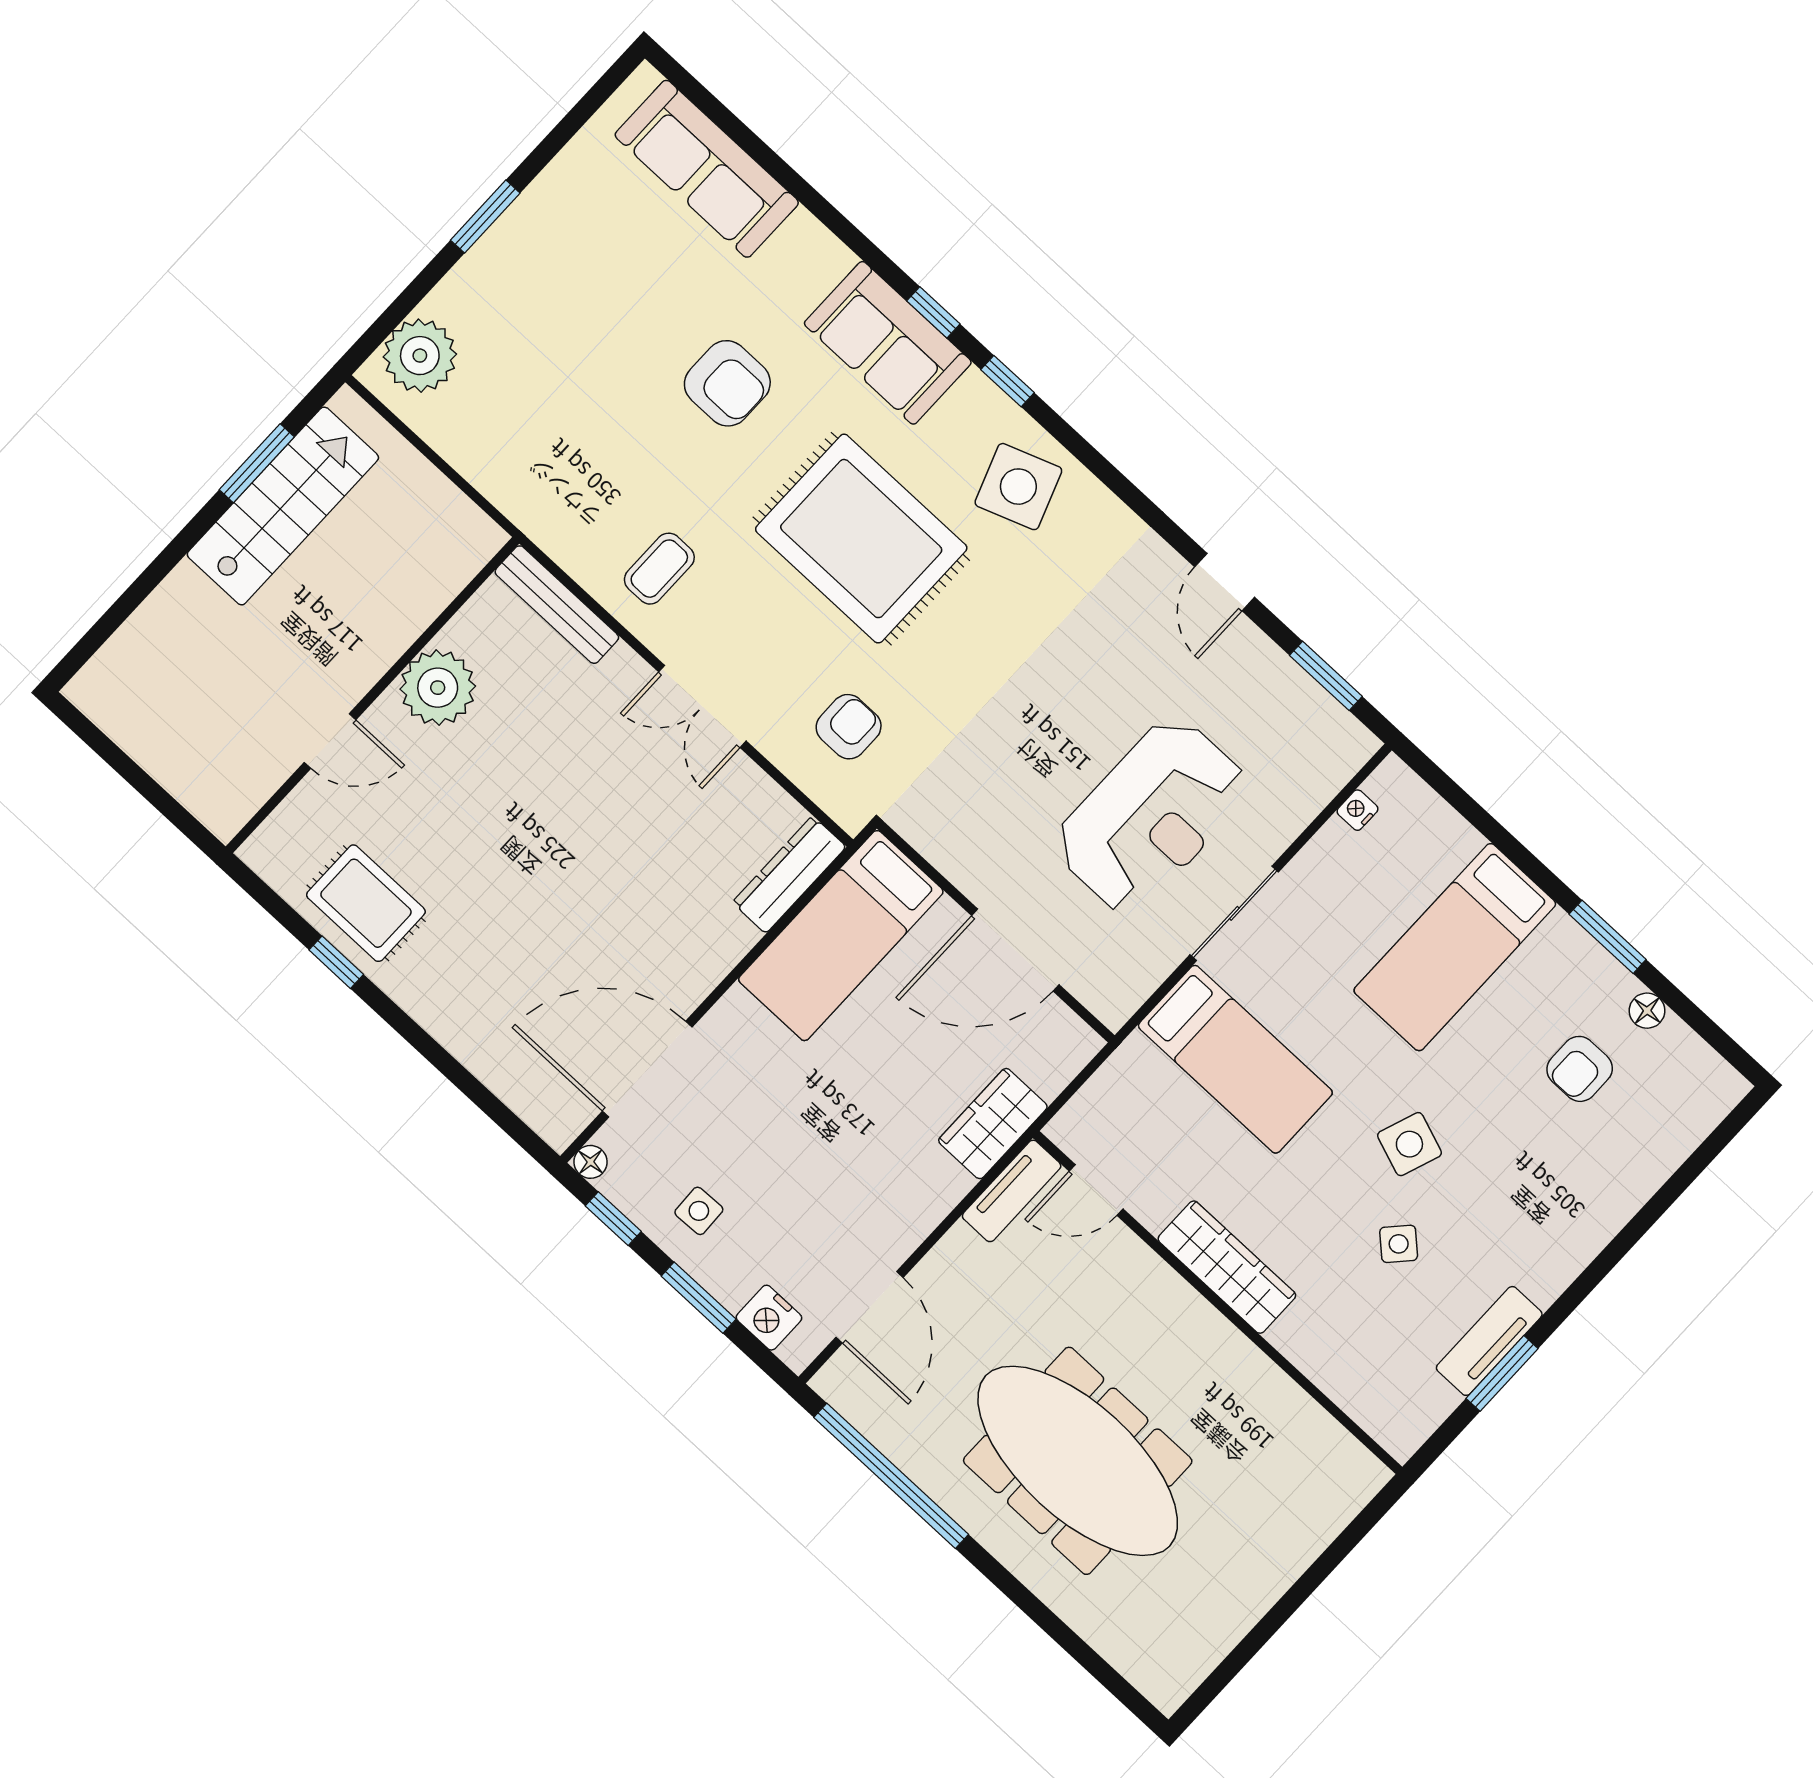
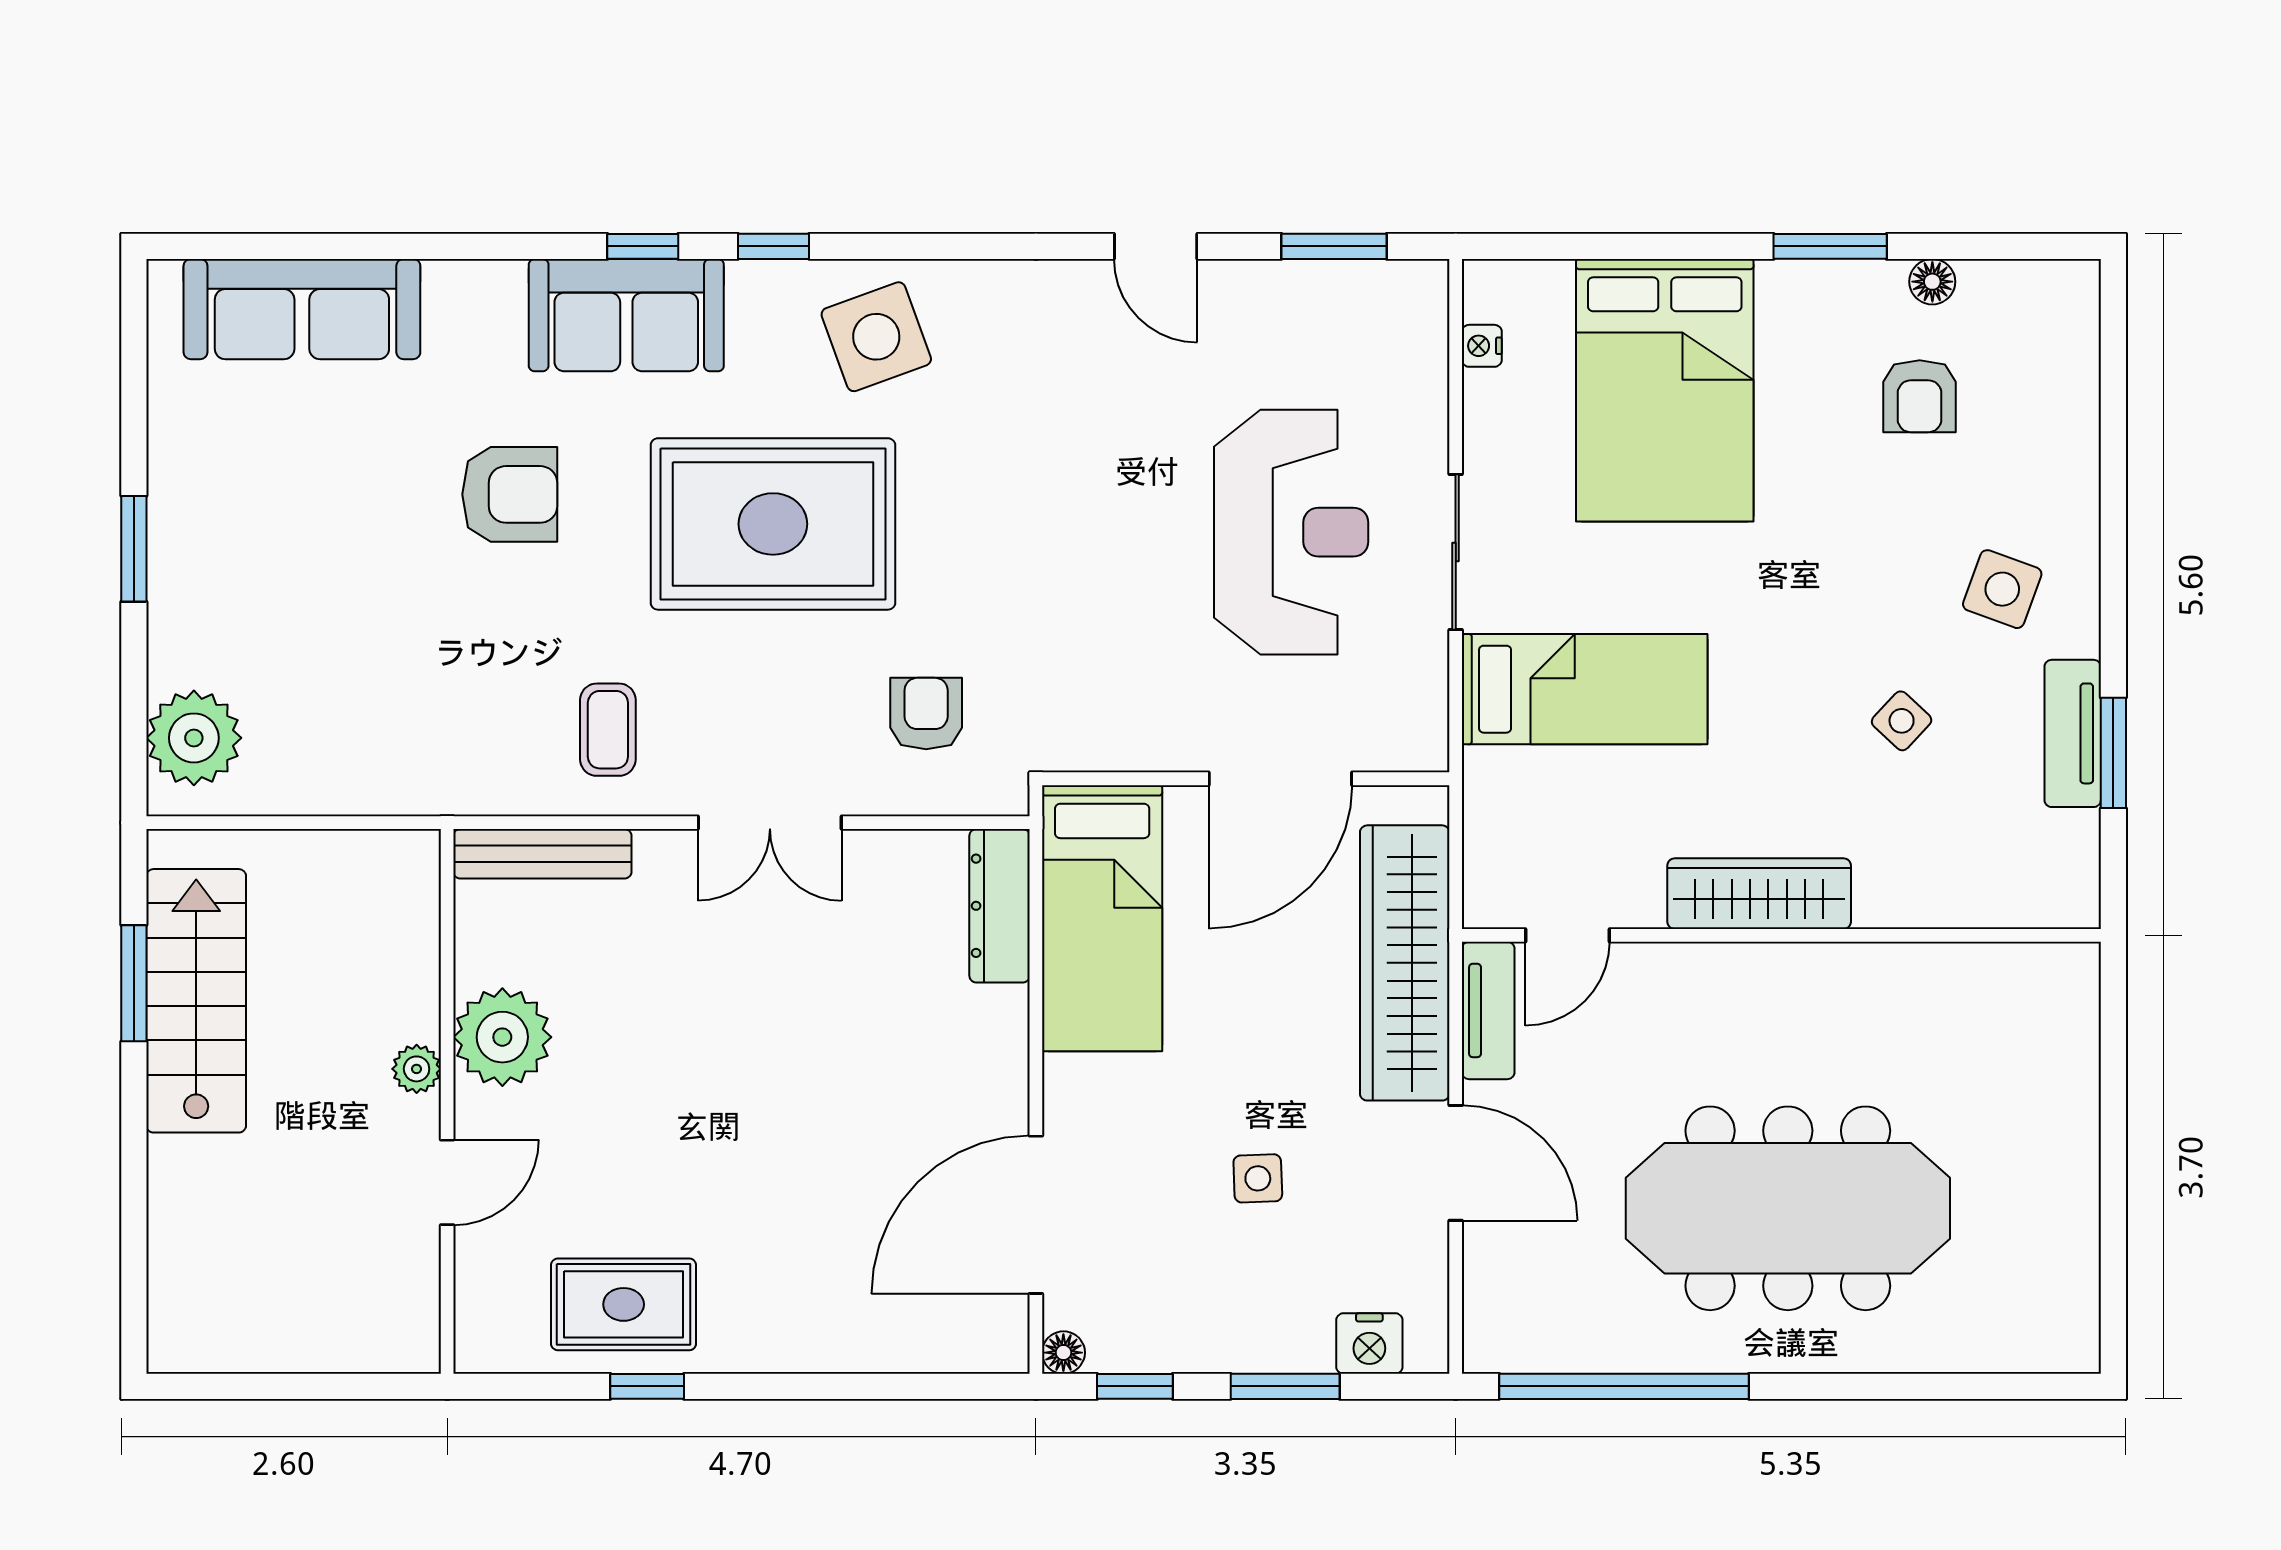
plant: (372, 661) -> (417, 1069), added
bed: (1455, 947) -> (1665, 390), width x1.50
wardrobe: (993, 1124) -> (1405, 963), width x2.10, depth x1.17
side table: (1409, 1144) -> (2002, 589), moved
side table: (699, 1211) -> (1258, 1178), moved
door: (869, 1307) -> (1456, 1163), moved

